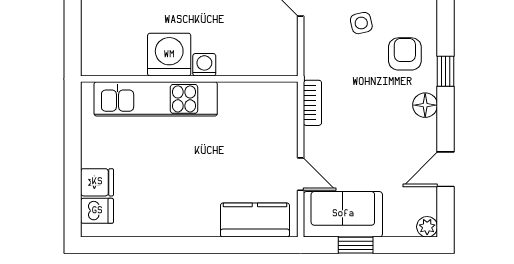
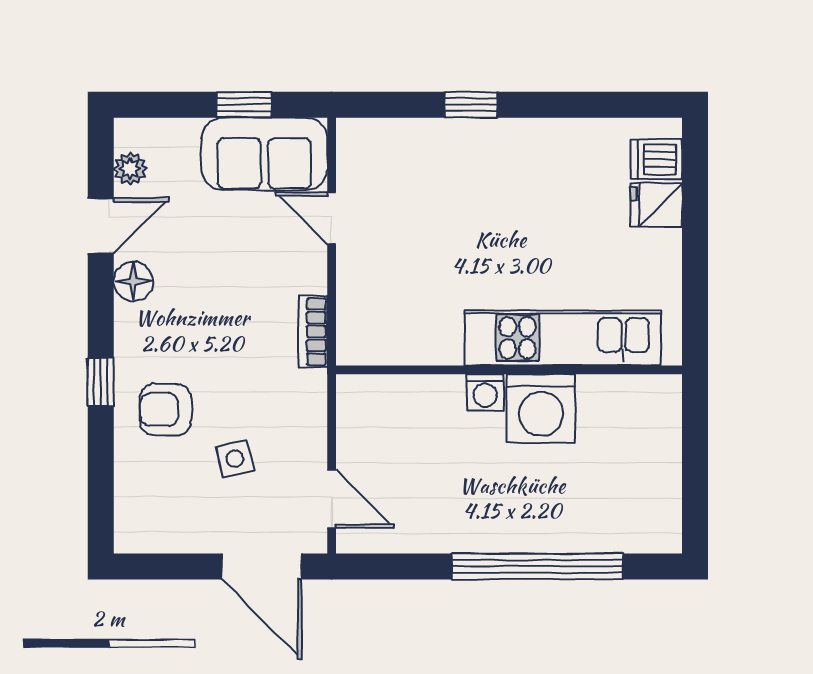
armchair: (405, 54) -> (165, 410), turned 90
floor lamp: (425, 105) -> (133, 281), moved
kitchen counter: (255, 220) -> (404, 145), removed
plant: (427, 227) -> (130, 169), moved
window: (213, 245) -> (471, 105), added

